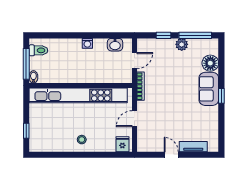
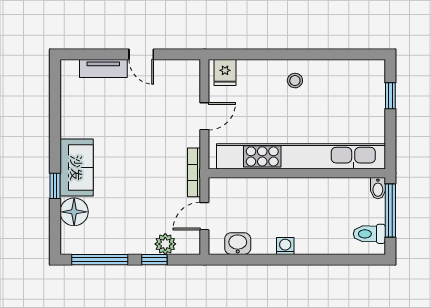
plant: (182, 44) -> (165, 244), moved
window: (221, 96) -> (55, 186), moved

